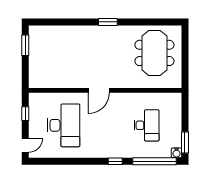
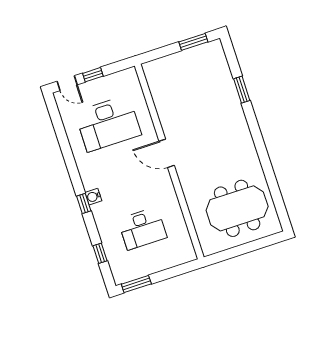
window: (108, 22) -> (242, 90), moved
window: (25, 114) -> (93, 75), moved
water cooler: (177, 153) -> (93, 197), moved
window: (154, 161) -> (100, 253), width x0.32

